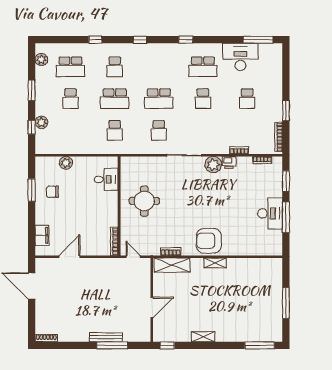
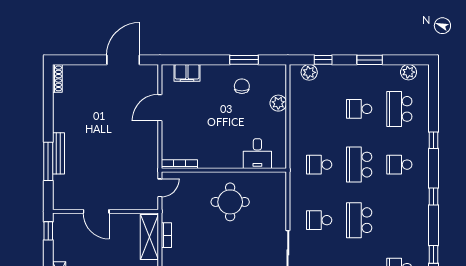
plant: (41, 122) -> (309, 72), moved
door: (69, 257) -> (160, 108), swing flipped

